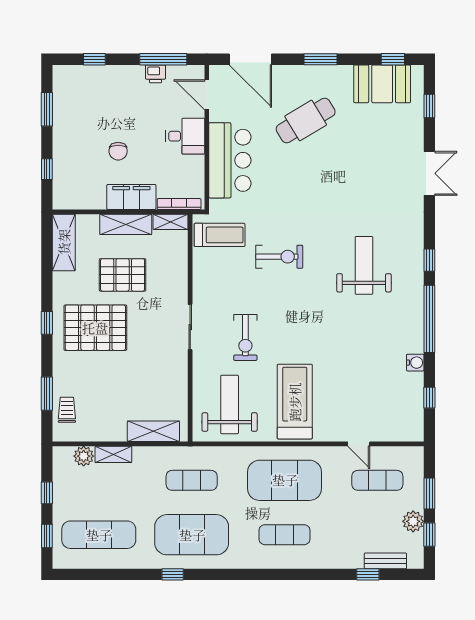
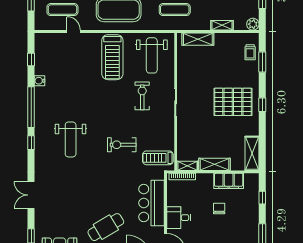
filing cabinet: (131, 197) -> (229, 181), moved
pallet: (123, 275) -> (216, 134), removed
plant: (84, 456) -> (253, 24), moved

